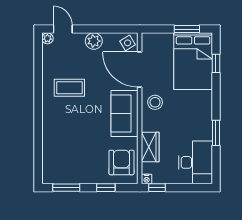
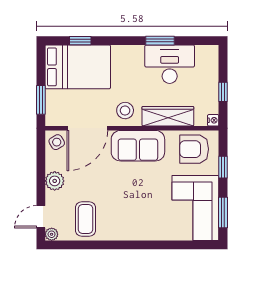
window: (187, 29) -> (41, 100), moved
coffee table: (69, 88) -> (86, 219), moved
wardrobe: (150, 147) -> (168, 116), width x1.50
desk: (195, 162) -> (170, 64), moved
corner sofa: (70, 164) -> (195, 208), added
window: (157, 188) -> (223, 92), moved

